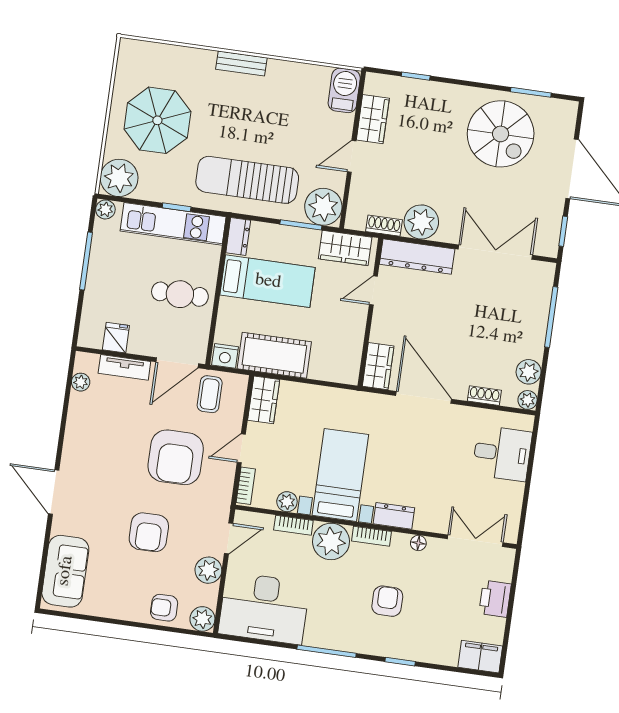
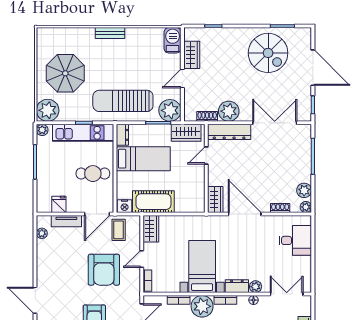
plant: (287, 502) -> (256, 287), moved

